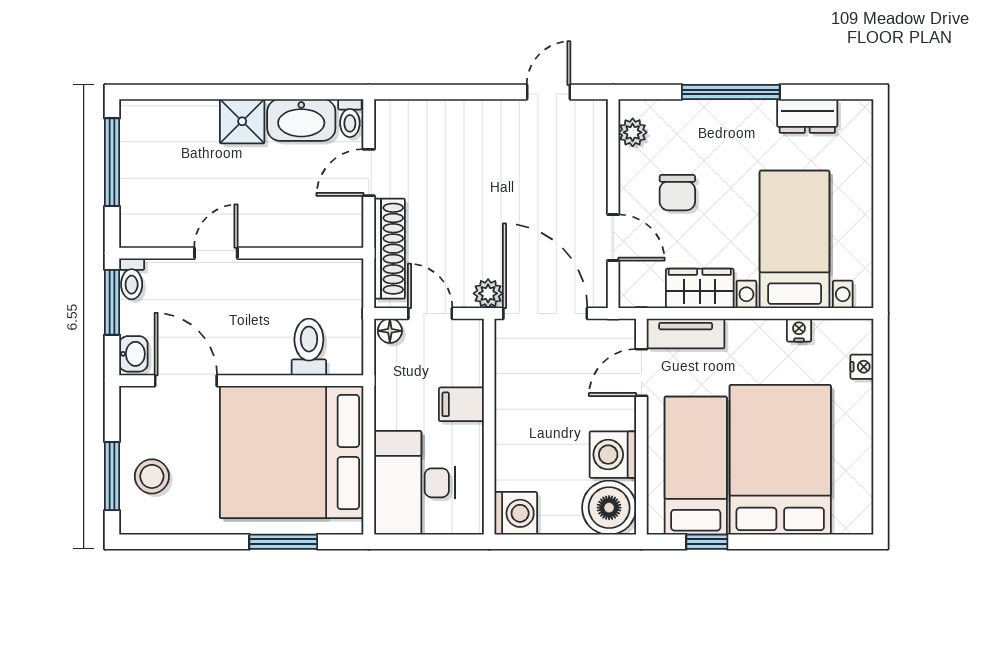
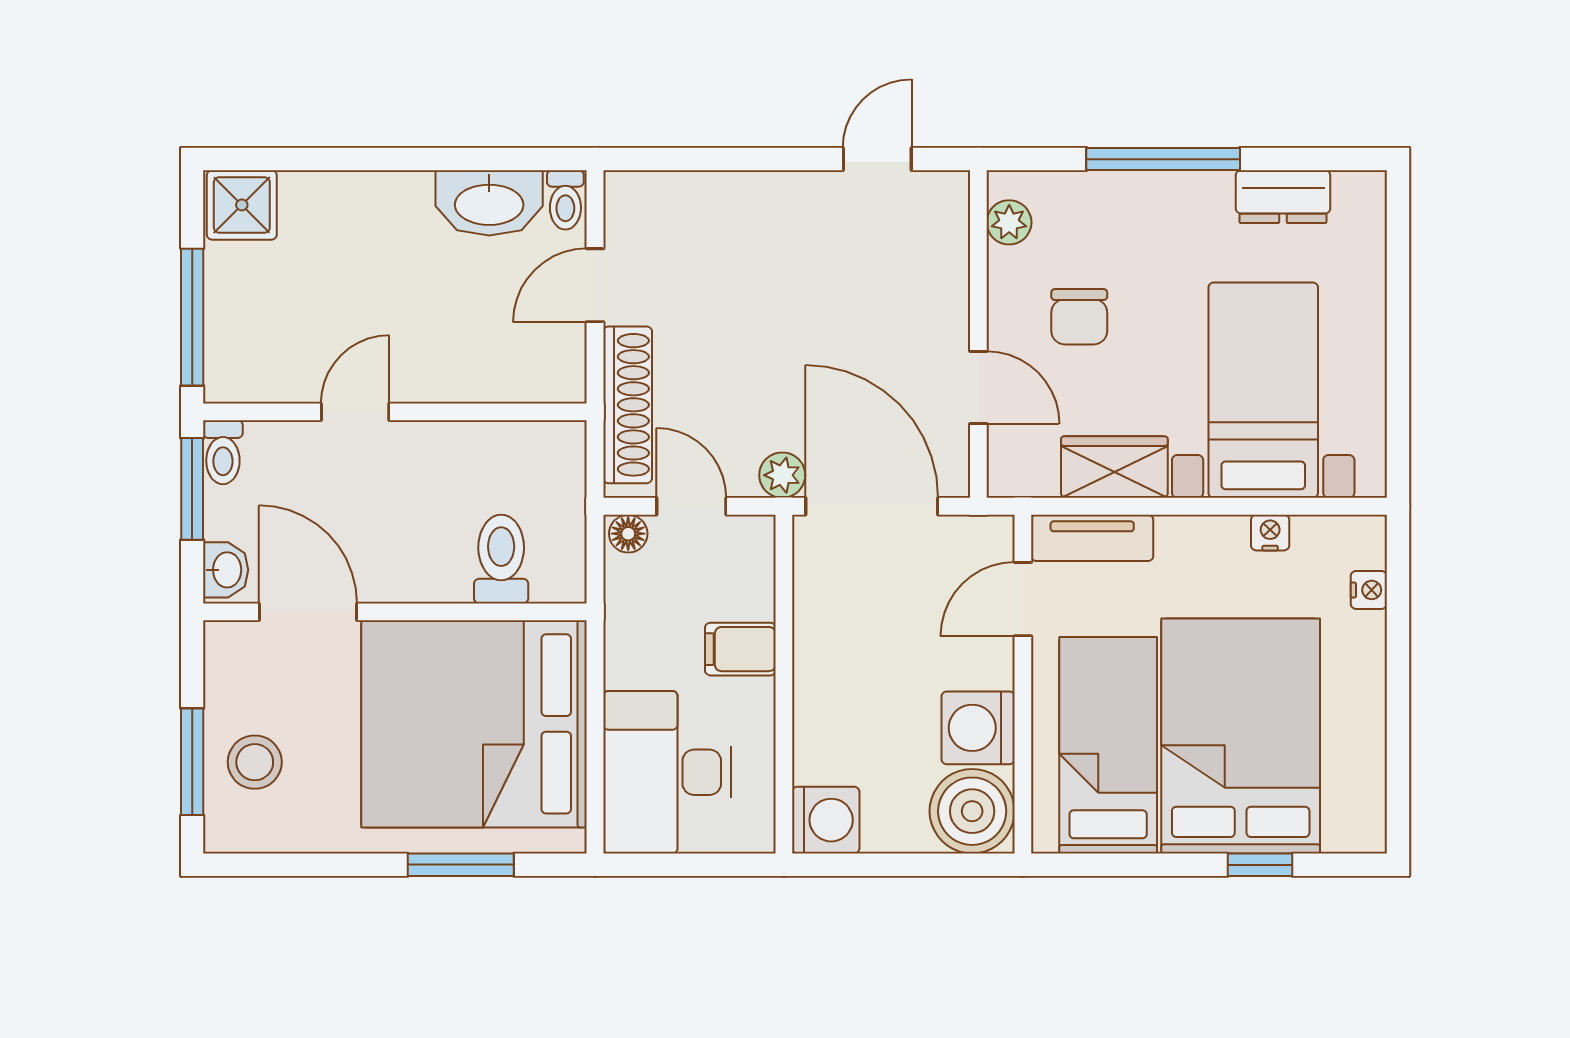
shower: (242, 121) -> (242, 205), moved
window: (112, 162) -> (192, 317), moved
window: (707, 542) -> (1260, 865), moved

